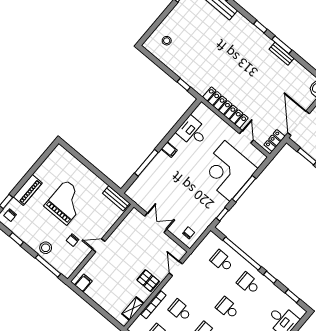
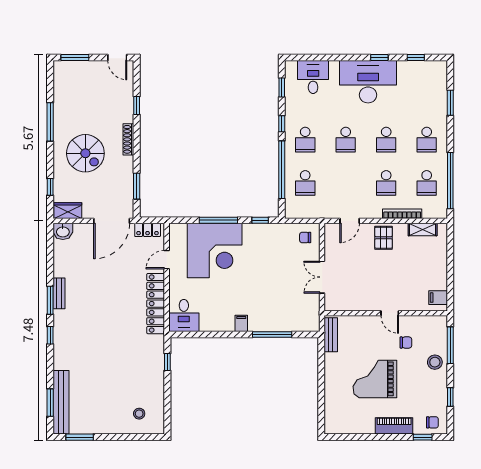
desk: (193, 132) -> (184, 315), moved

